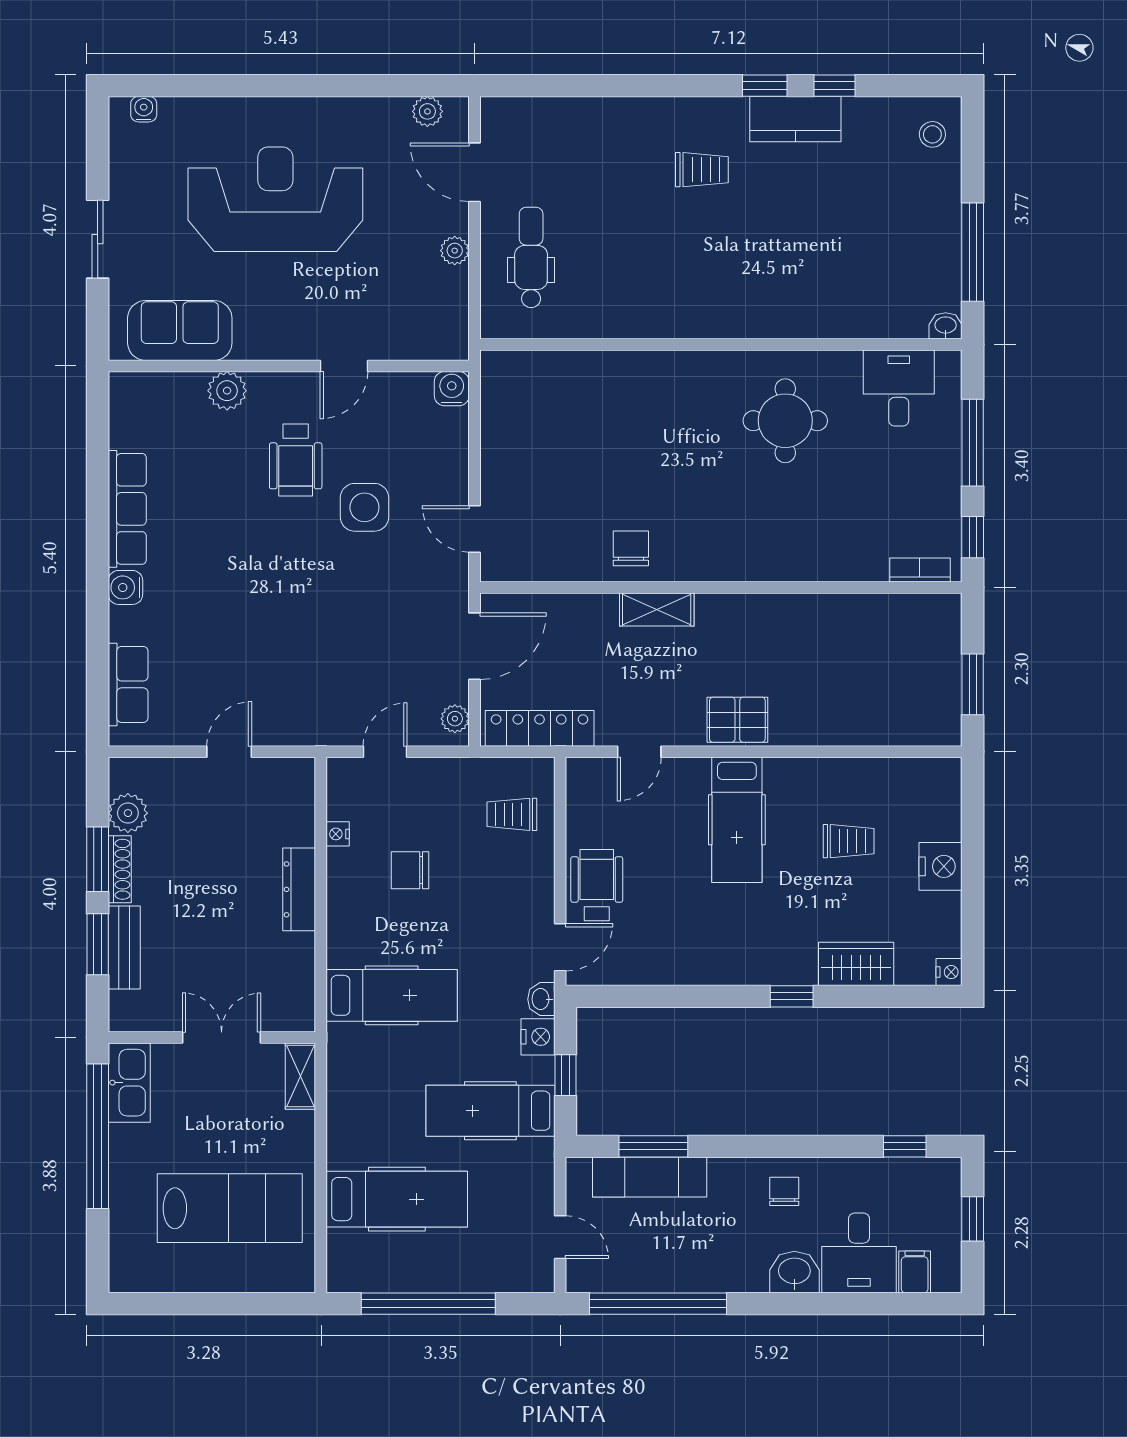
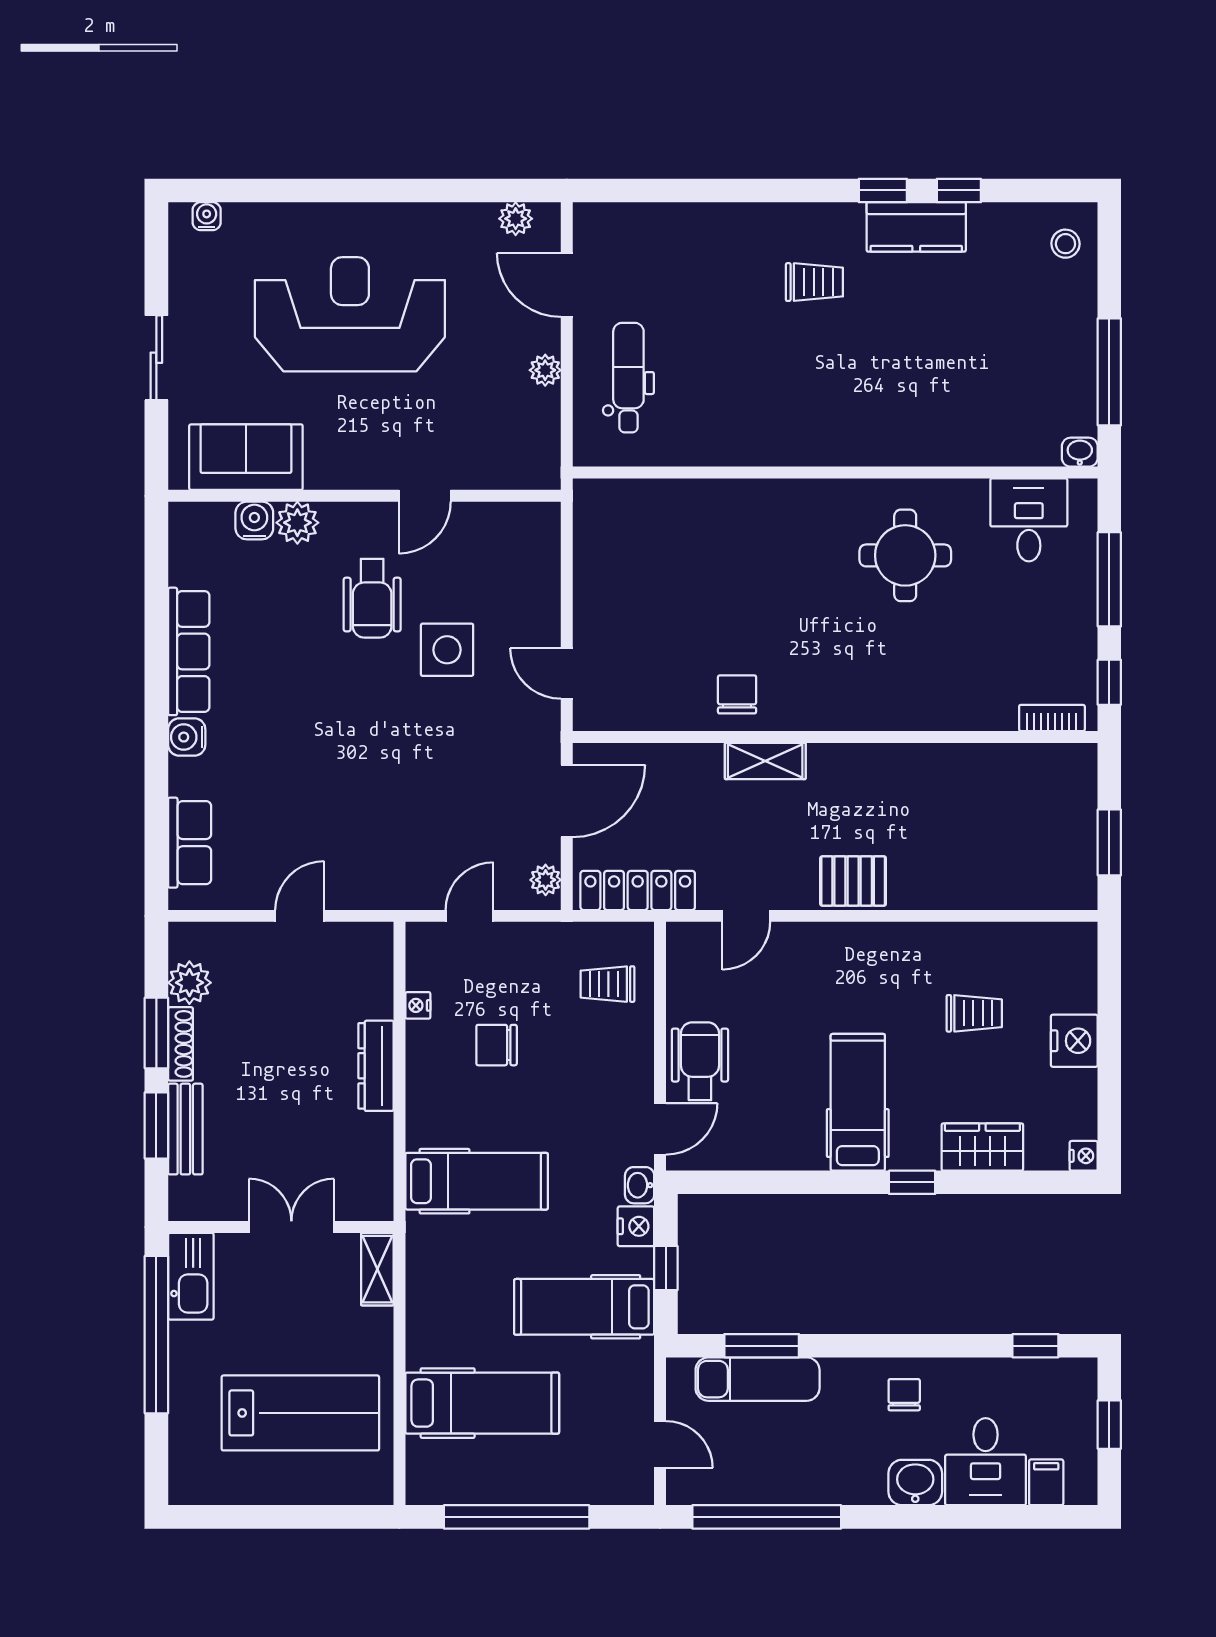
water cooler: (452, 389) -> (254, 520), moved
hospital bed: (737, 820) -> (858, 1102), moved, turned 180

